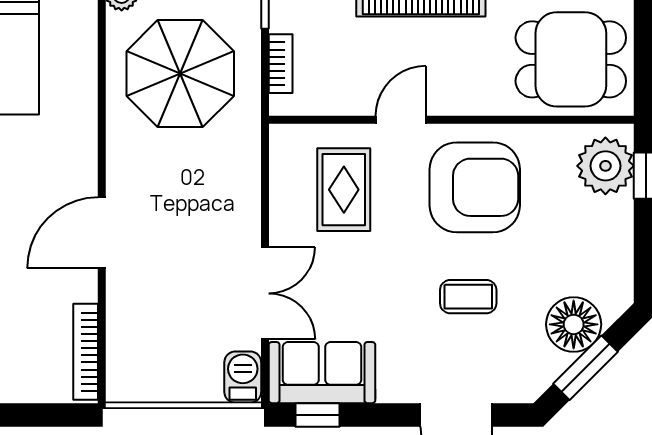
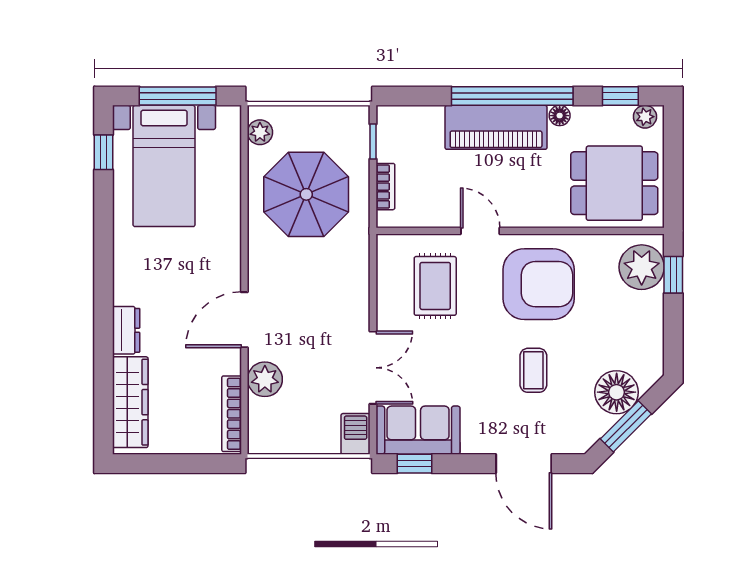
door: (401, 120) -> (480, 231), hinge flipped
coffee table: (468, 297) -> (533, 370), turned 90
plant: (128, 308) -> (265, 379), added

